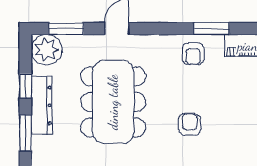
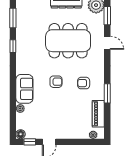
armchair: (193, 54) -> (84, 83), moved

